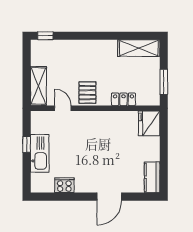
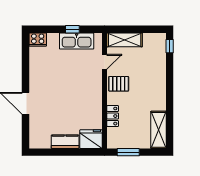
kitchen sink: (40, 153) -> (77, 41), moved
kitchen counter: (152, 177) -> (65, 142), moved
cooker: (64, 185) -> (38, 40), moved, turned 90

